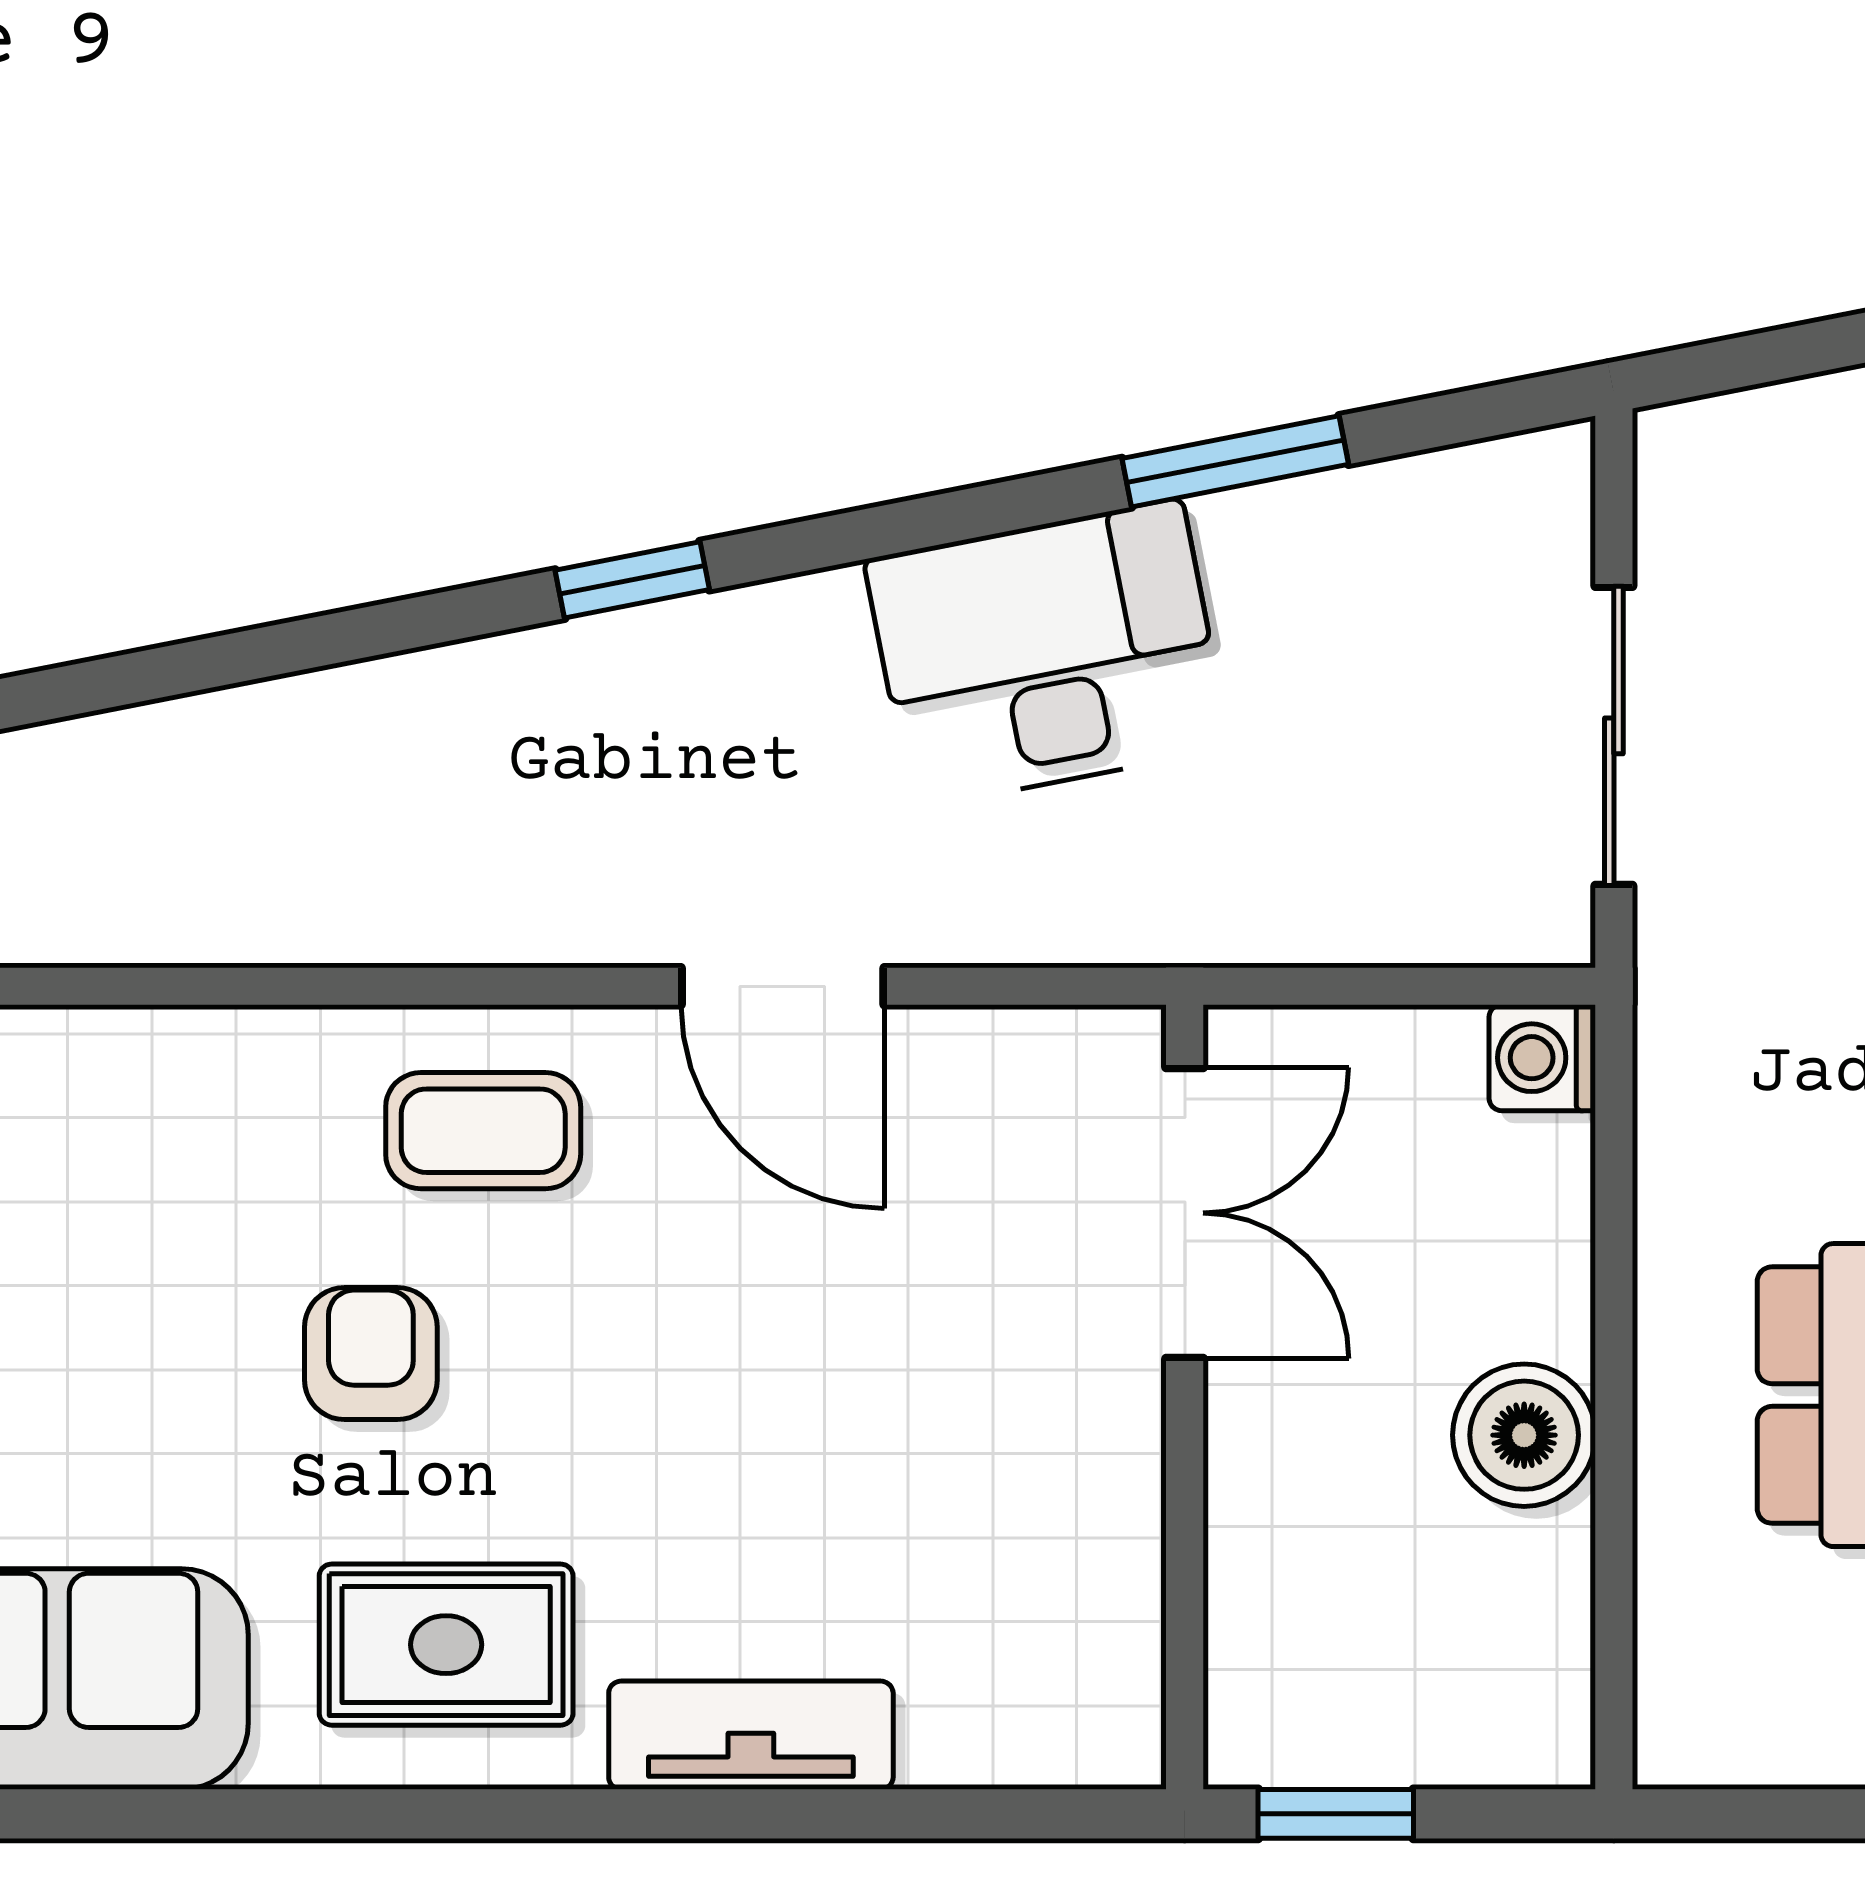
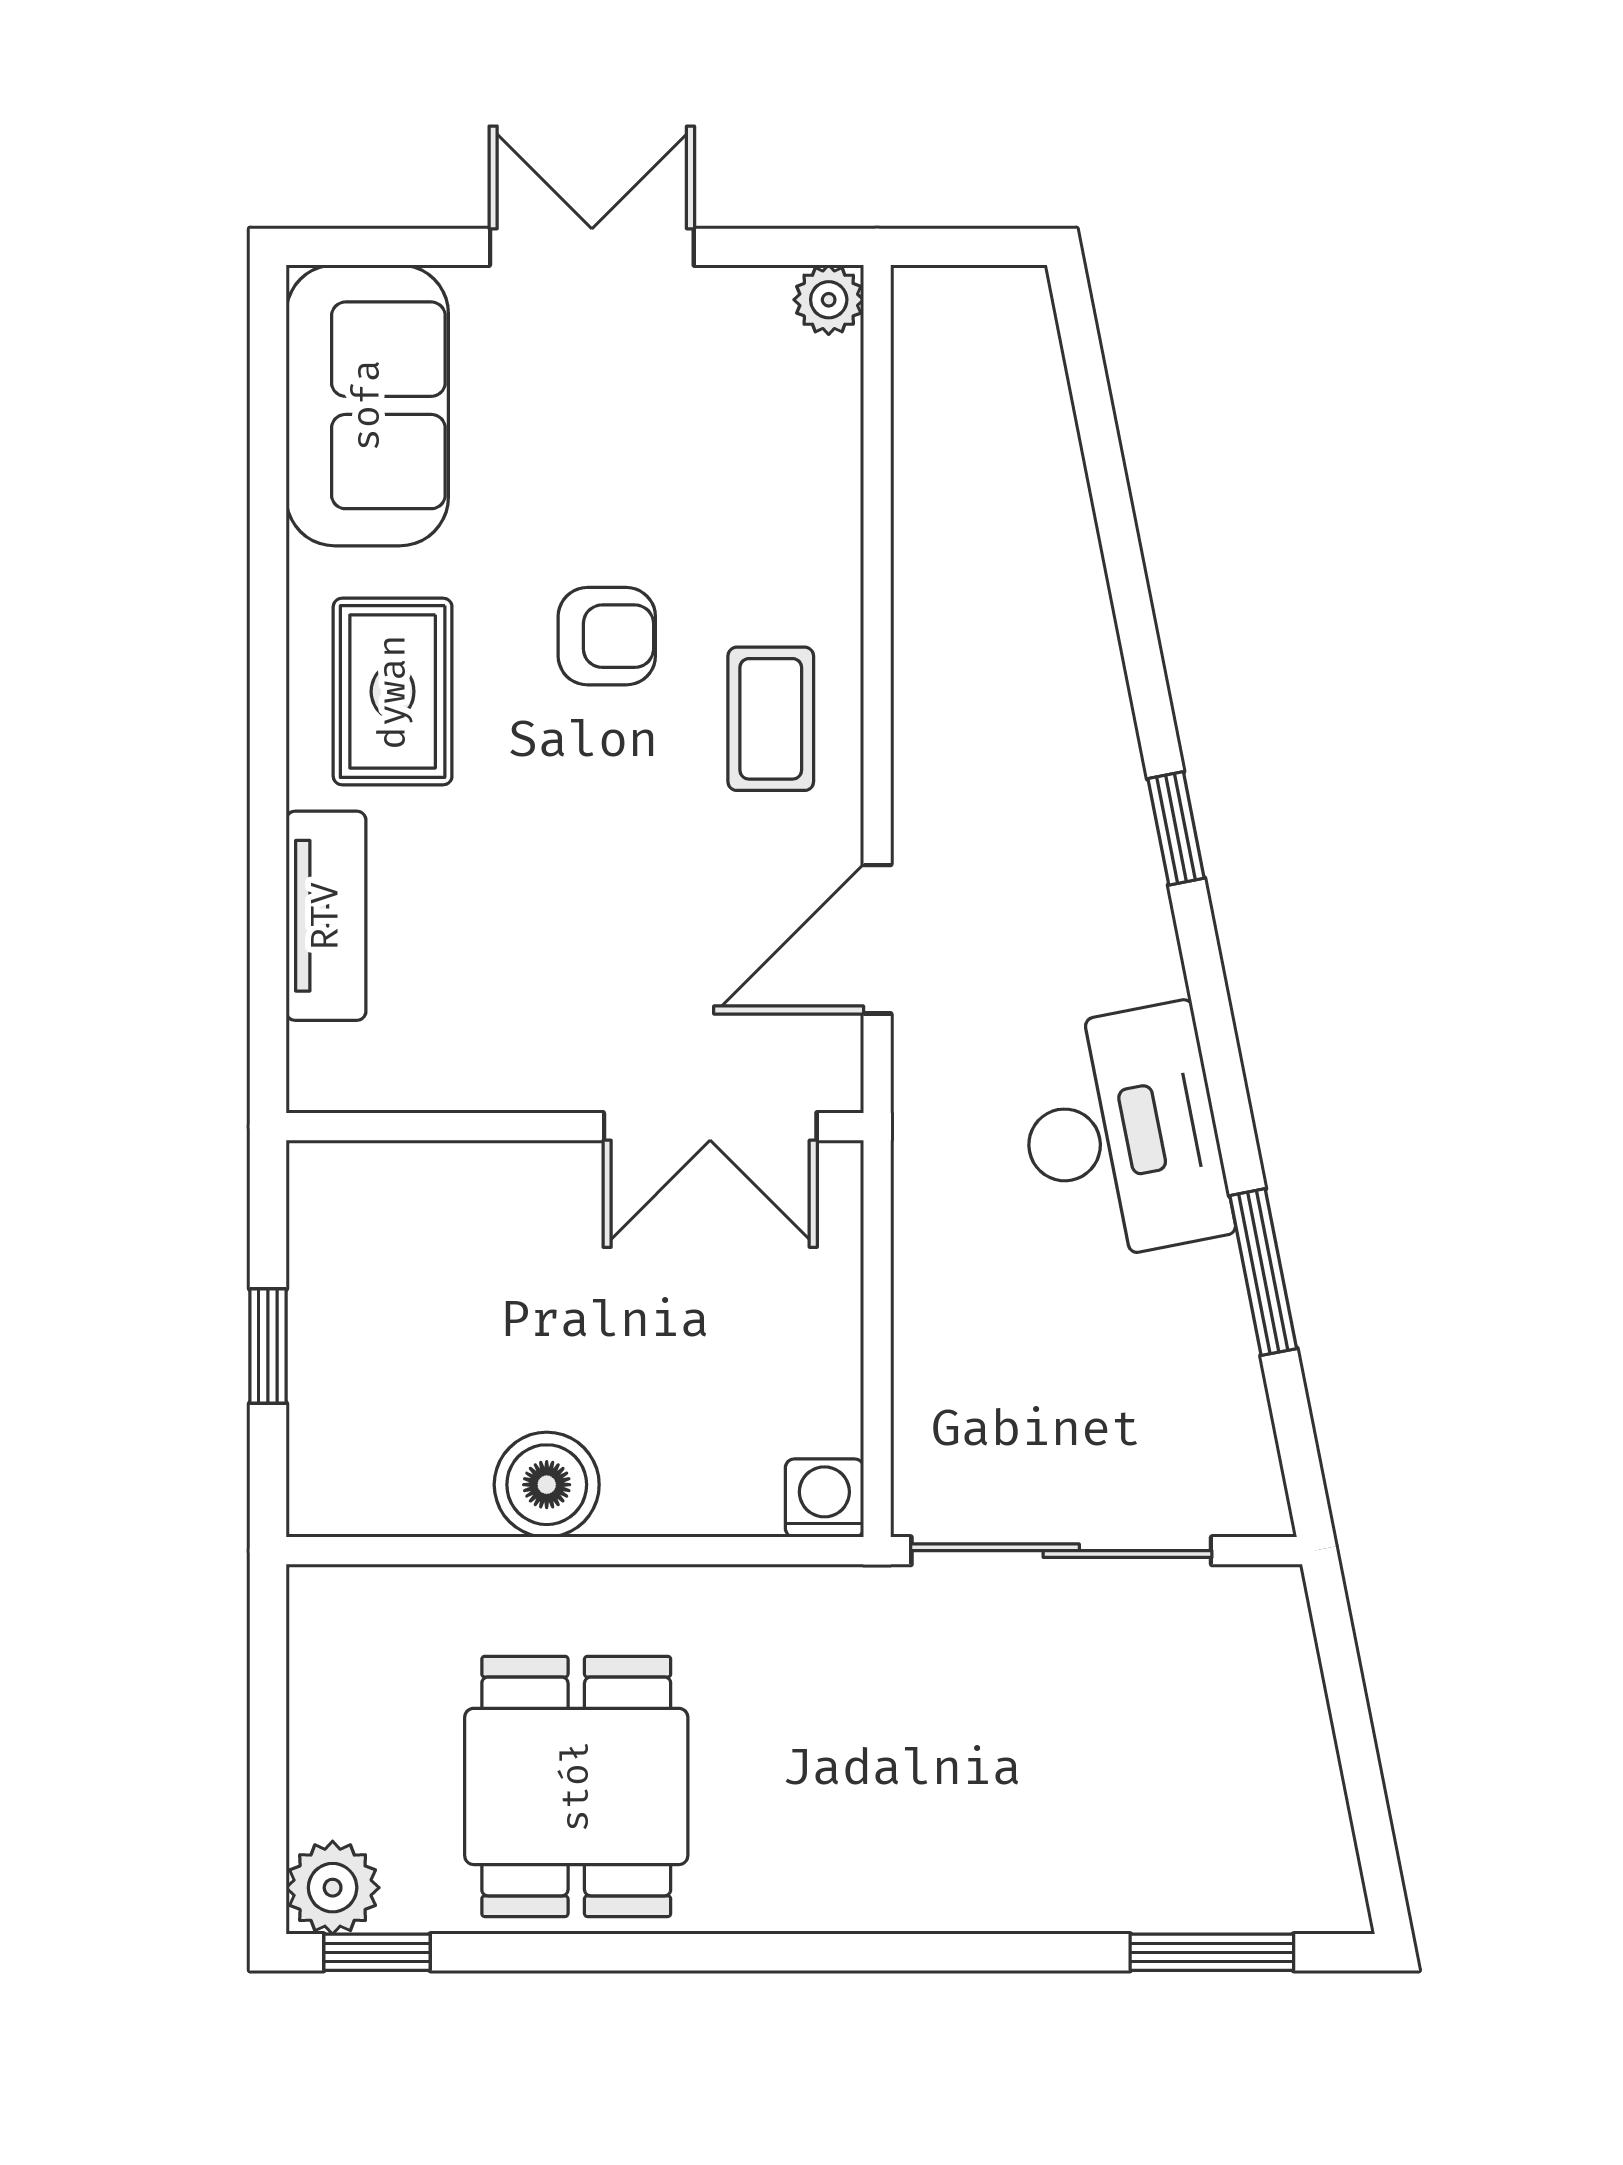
sliding door: (1614, 736) -> (1061, 1551), width x1.37
double door: (1185, 1213) -> (710, 1127), moved
wall: (1185, 1397) -> (575, 1127), moved

